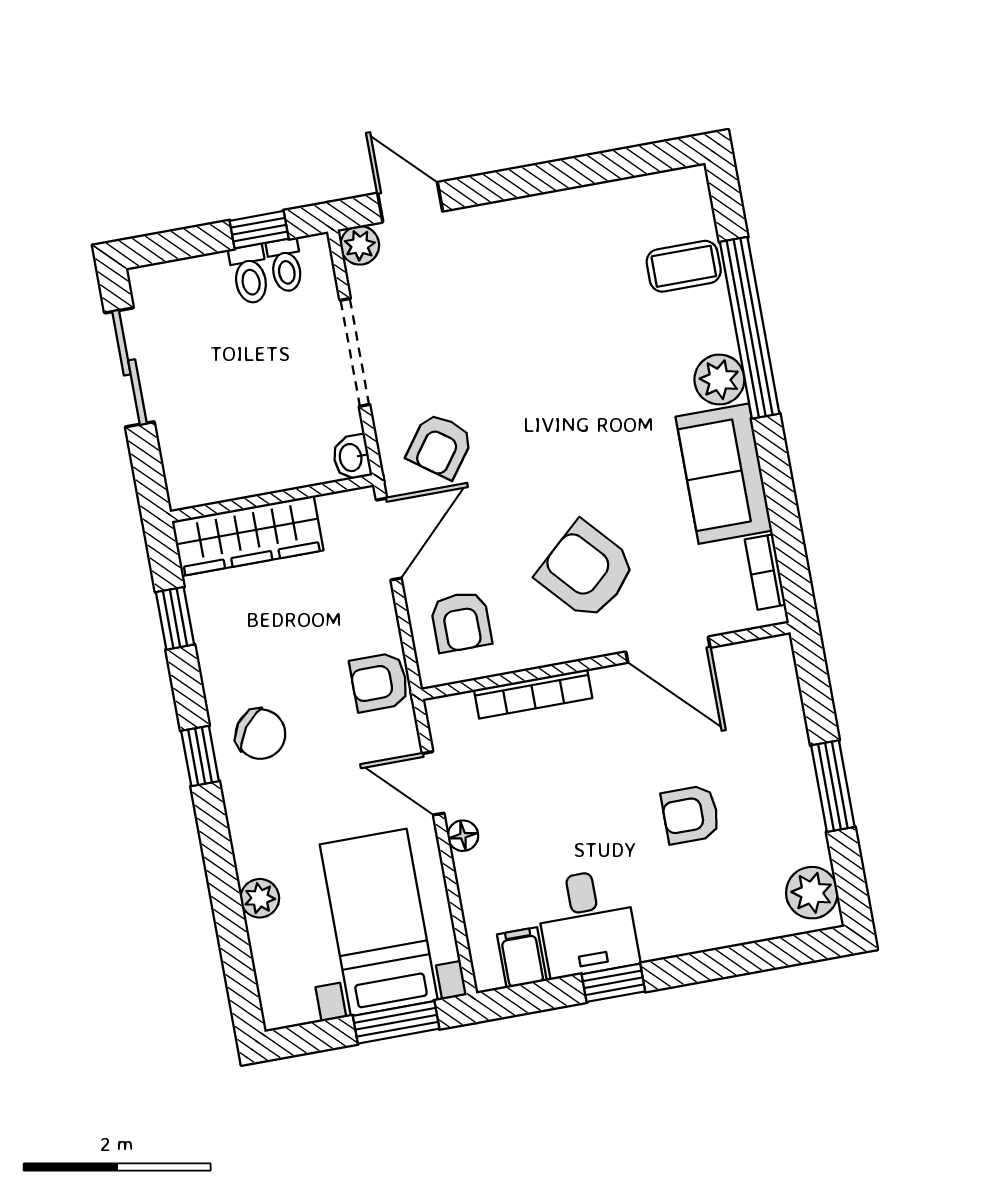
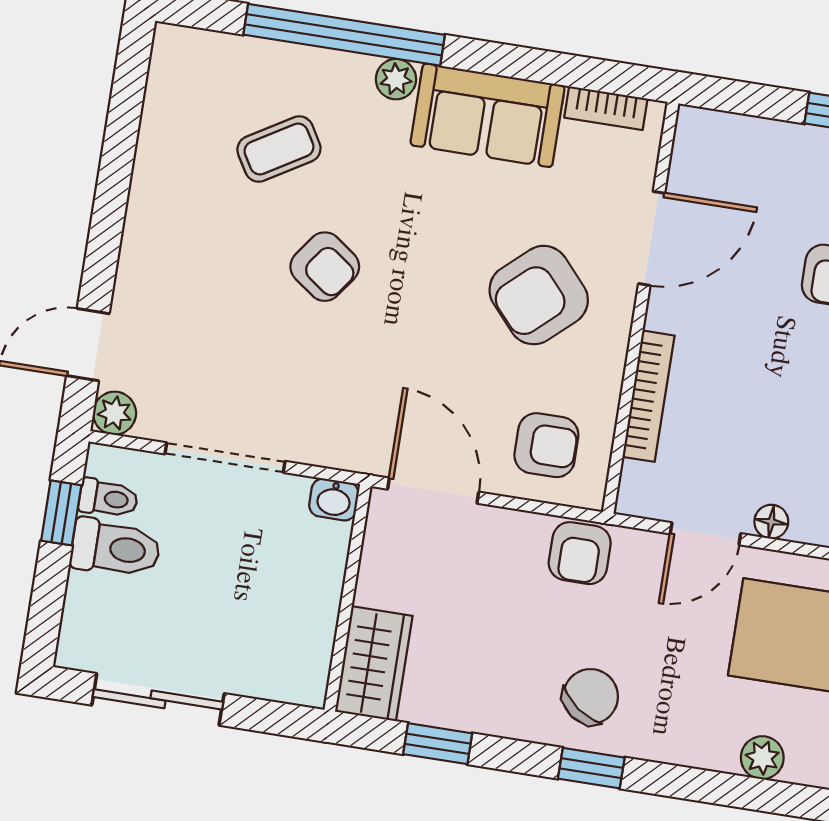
coffee table: (684, 266) -> (279, 149), moved, turned 59
toilet: (250, 274) -> (116, 548), width x1.37, depth x1.39
plant: (719, 379) -> (396, 79), width x0.73, depth x0.73
armchair: (440, 446) -> (325, 267), moved
wardrobe: (248, 536) -> (374, 664), width x0.67

